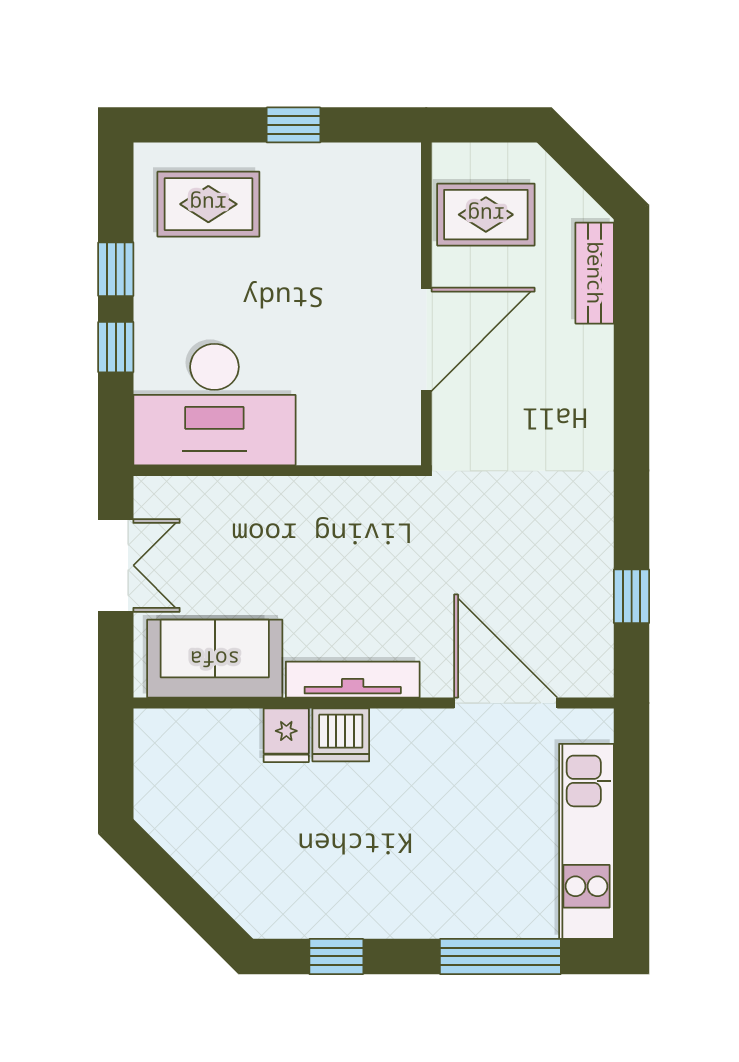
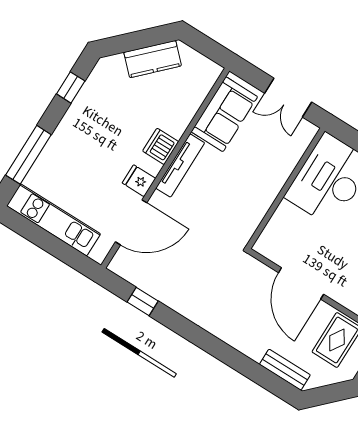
fridge: (286, 735) -> (139, 181), moved
kitchen counter: (197, 844) -> (153, 59), added

